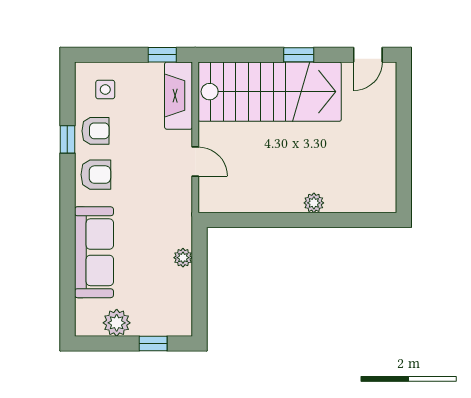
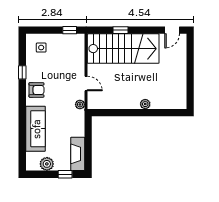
window: (299, 55) -> (121, 30), moved
fireplace: (179, 96) -> (78, 154), moved
armchair: (96, 131) -> (36, 68), removed
plant: (183, 258) -> (80, 104), moved

